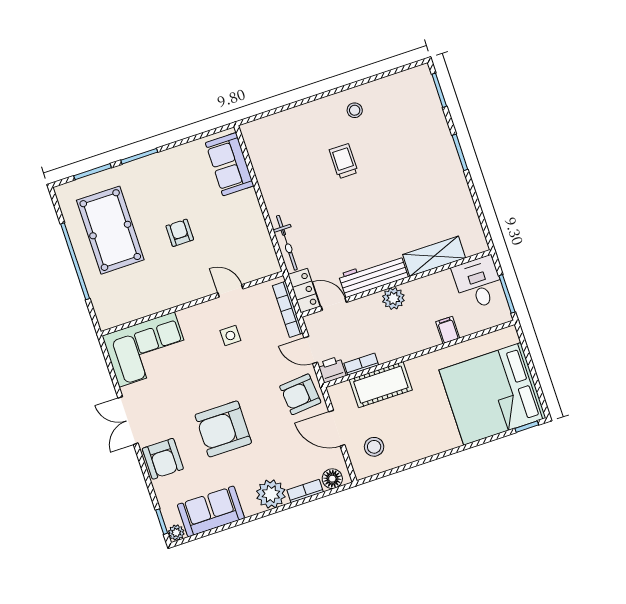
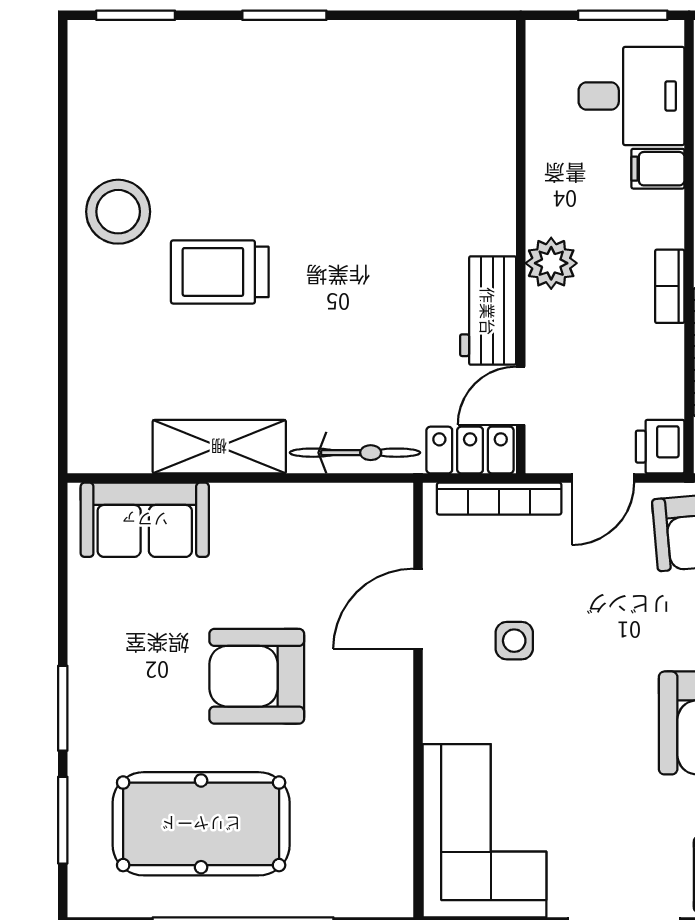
stool: (355, 110) -> (118, 212), width x1.89, depth x1.89
trolley: (344, 161) -> (220, 272), width x1.36, depth x1.39
armchair: (180, 233) -> (257, 676), width x1.88, depth x1.88
shelving: (434, 256) -> (219, 447), moved, turned 90
workbench: (373, 276) -> (488, 311), width x0.73
desk: (478, 283) -> (632, 96), moved, turned 180
door: (230, 291) -> (418, 609), width x1.38
bookcase: (361, 364) -> (670, 286), moved

